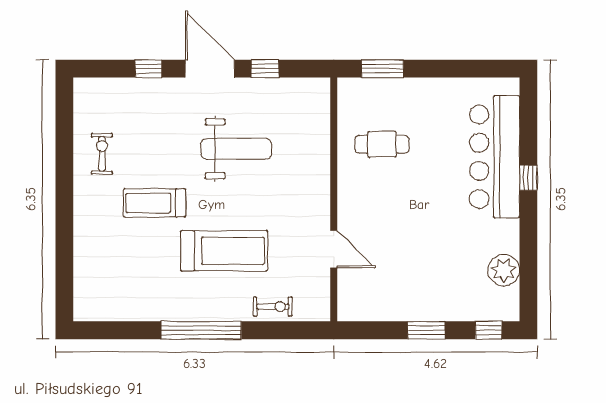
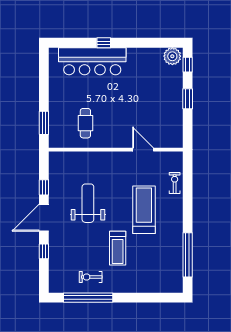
window: (64, 149) -> (88, 298), added
door: (334, 249) -> (143, 150), hinge flipped
plant: (504, 270) -> (172, 56), moved
window: (201, 330) -> (188, 255), moved

